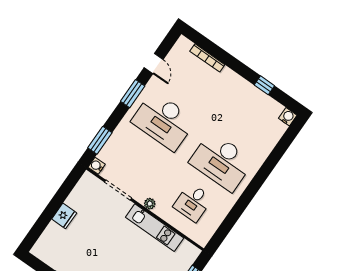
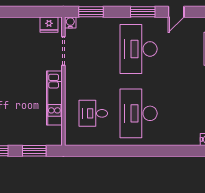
plant: (150, 204) -> (70, 82), removed
fridge: (64, 216) -> (49, 25), moved

